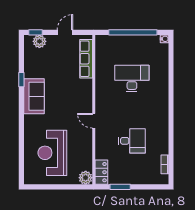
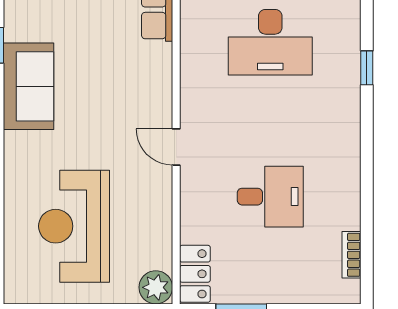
desk: (132, 78) -> (270, 42), turned 180
window: (171, 89) -> (367, 68), added

